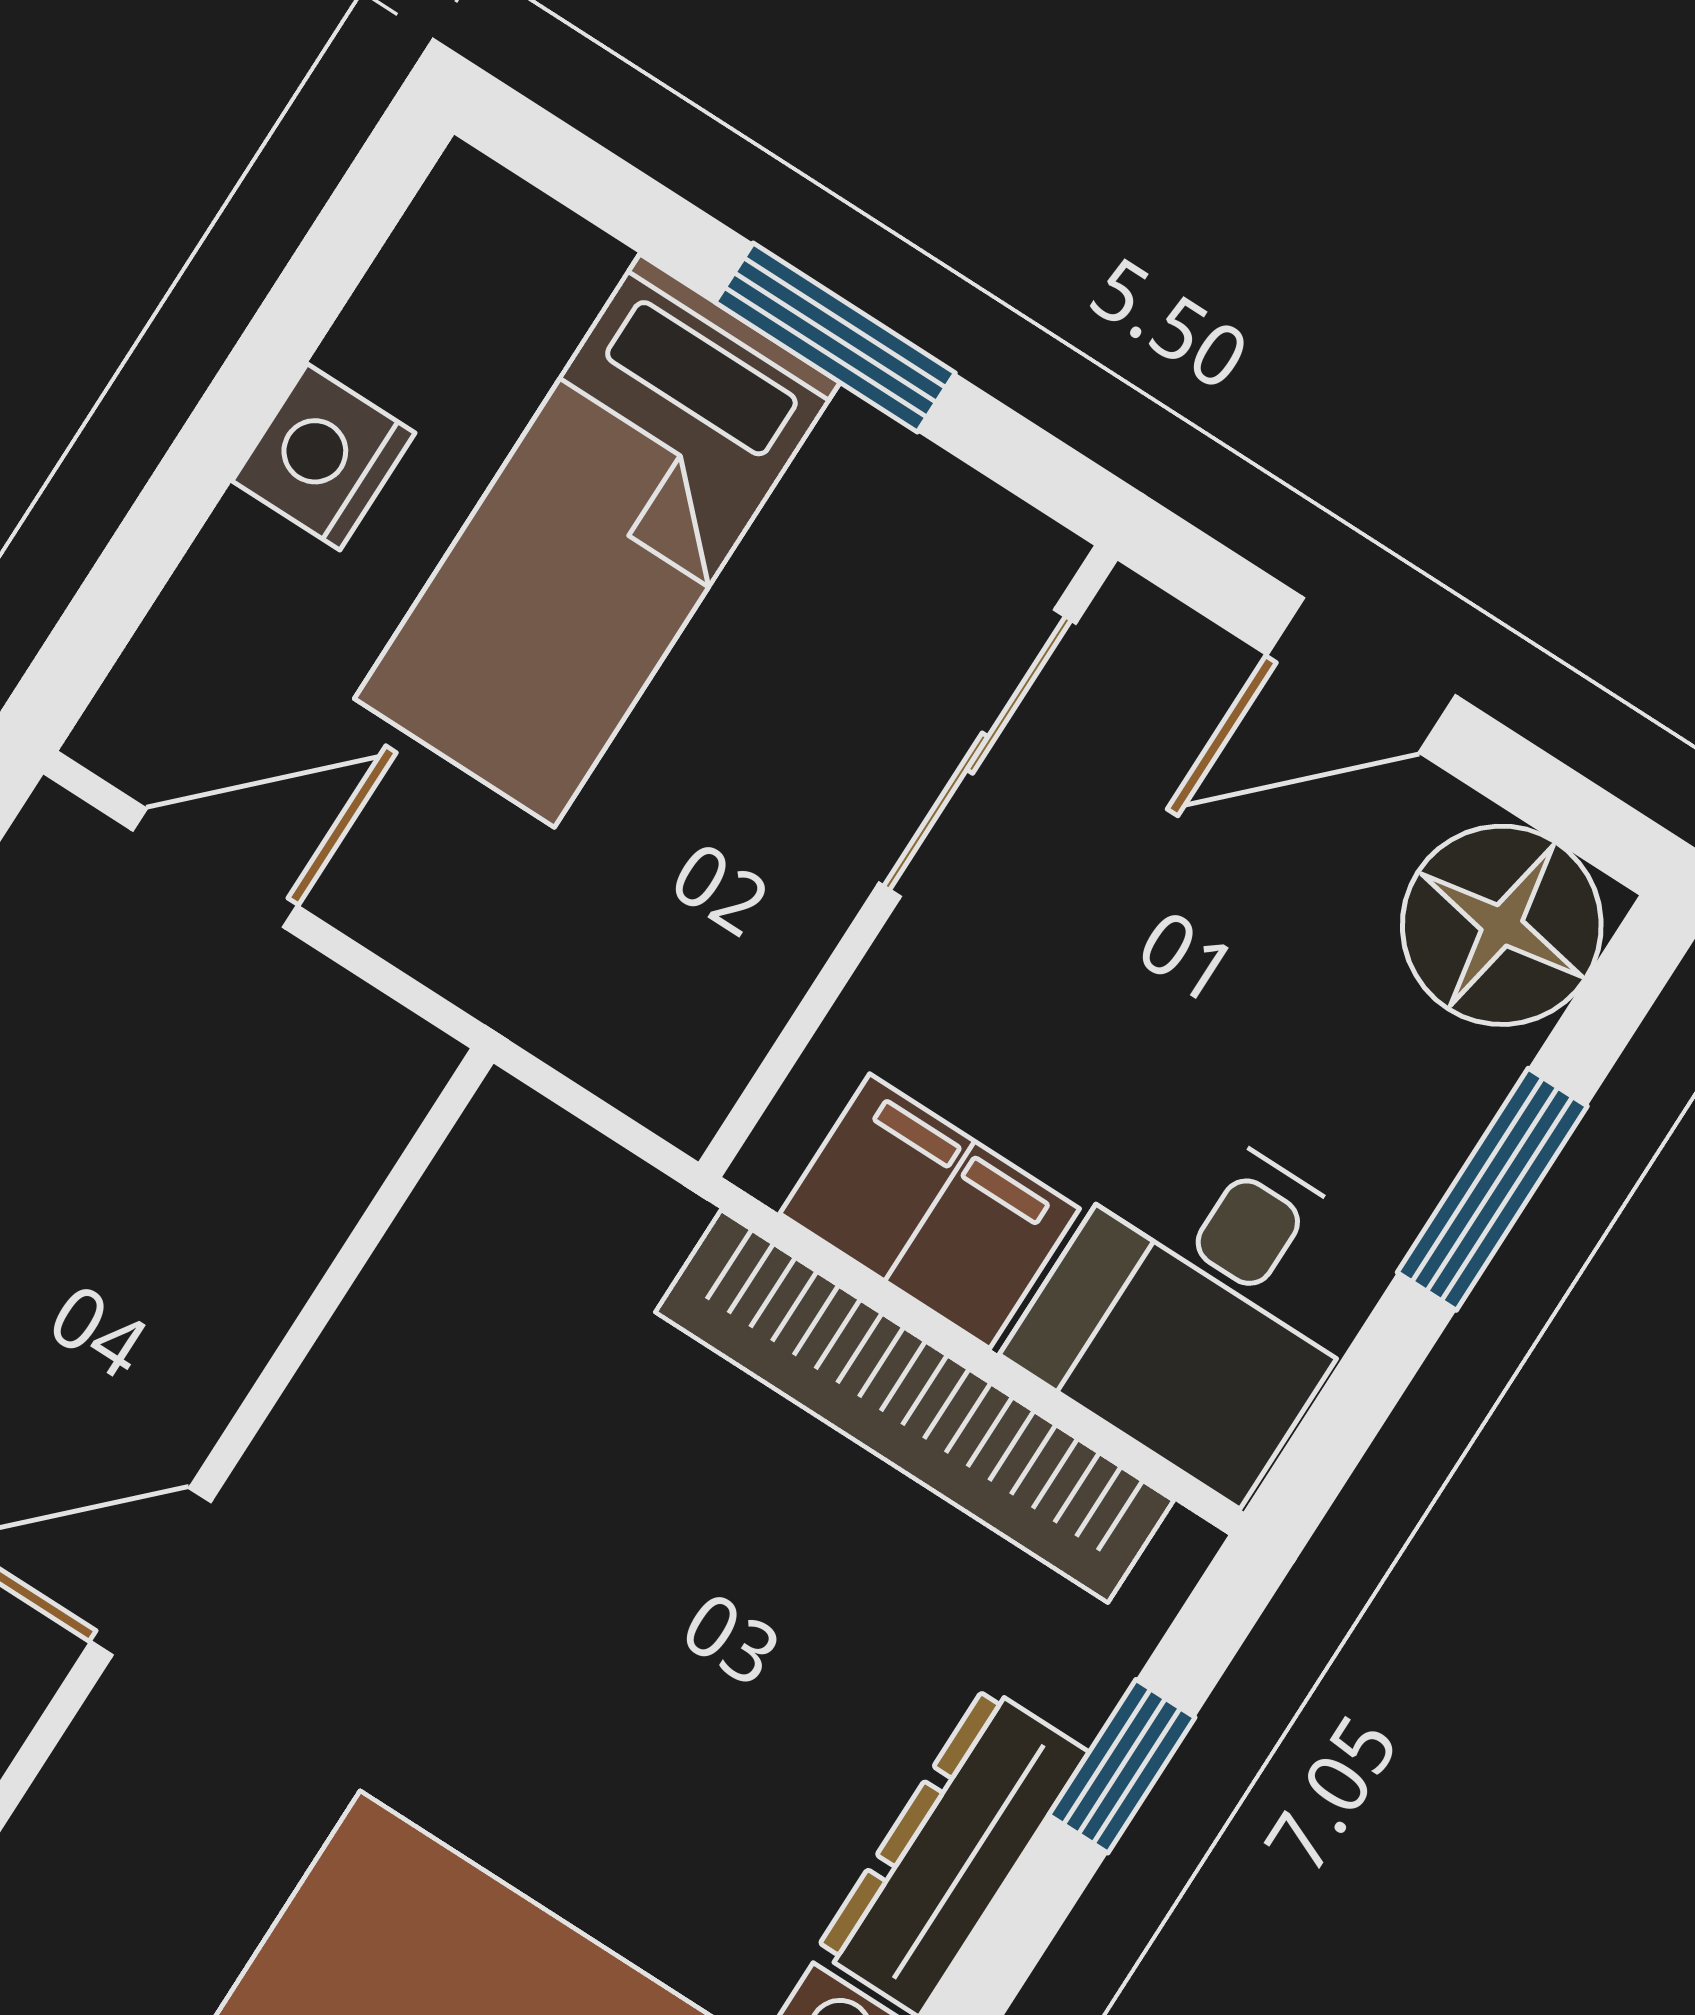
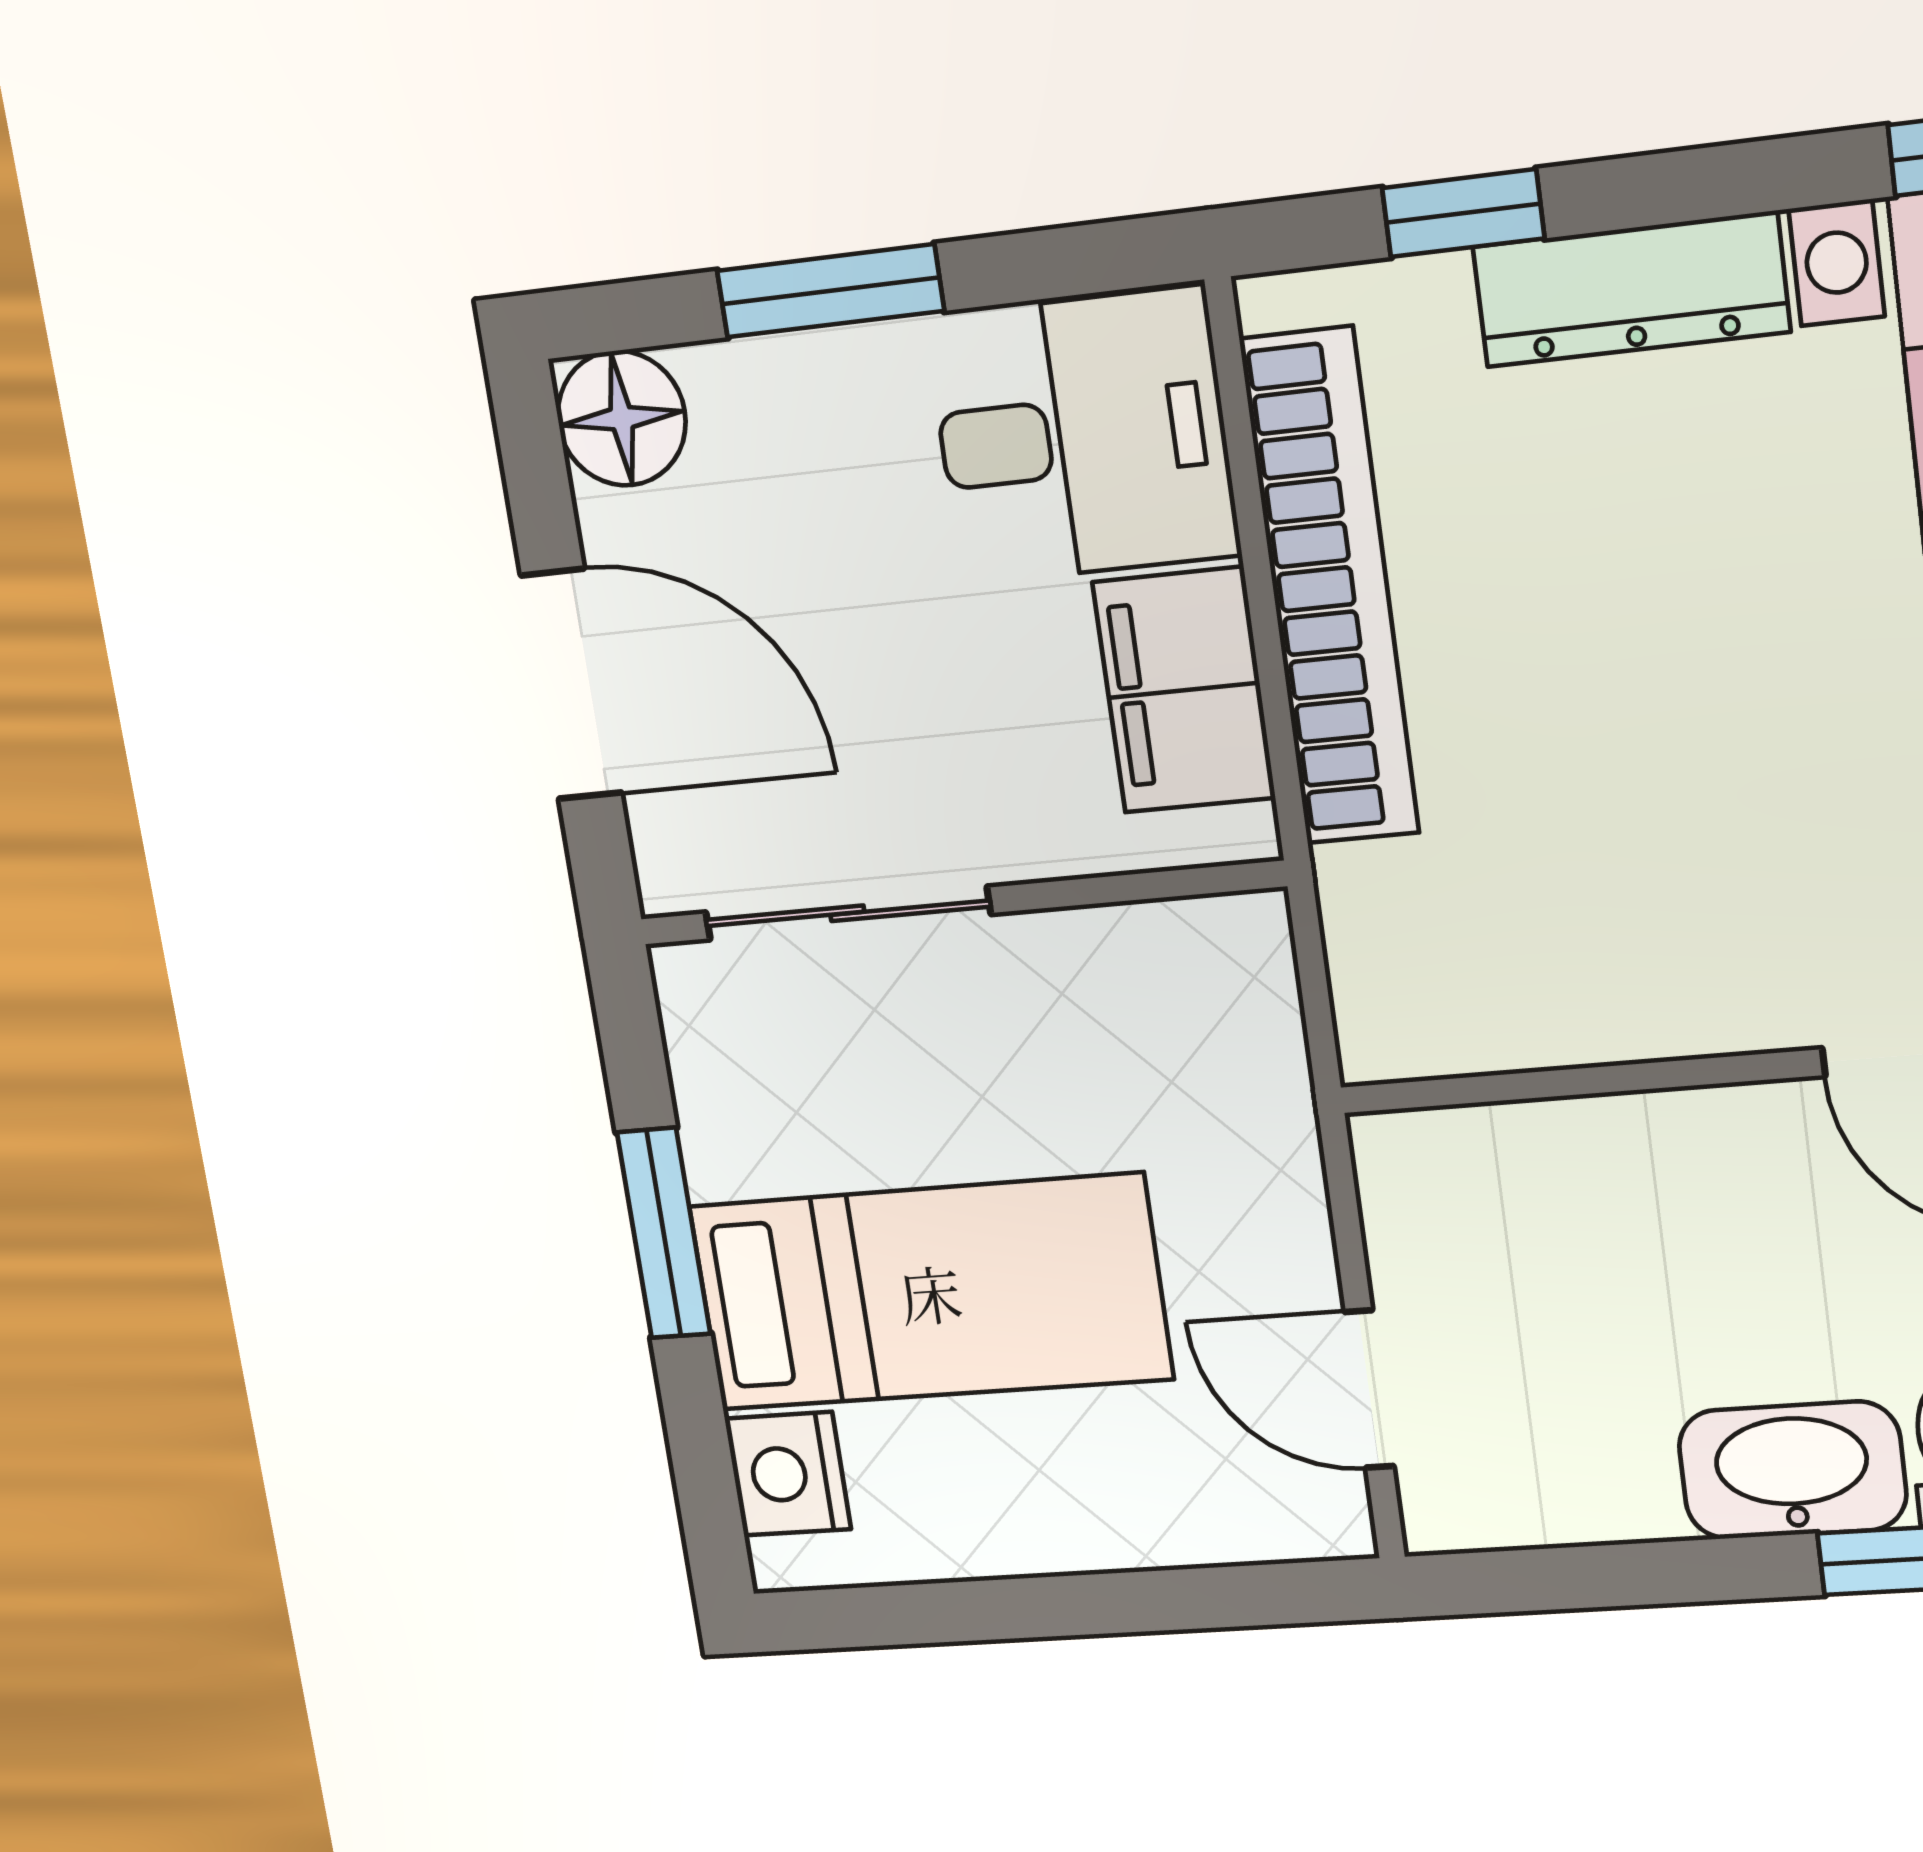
nightstand: (324, 457) -> (788, 1474), moved, turned 90
door: (1361, 675) -> (571, 684), width x1.38
floor lamp: (1502, 925) -> (622, 418), width x0.73, depth x0.73

